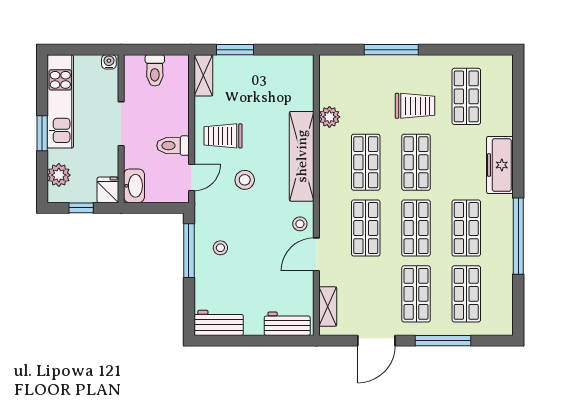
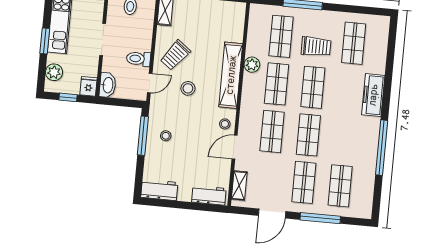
plant: (329, 117) -> (252, 65), moved
trolley: (223, 136) -> (175, 55), turned -52
shop shelf: (466, 228) -> (281, 36), moved

